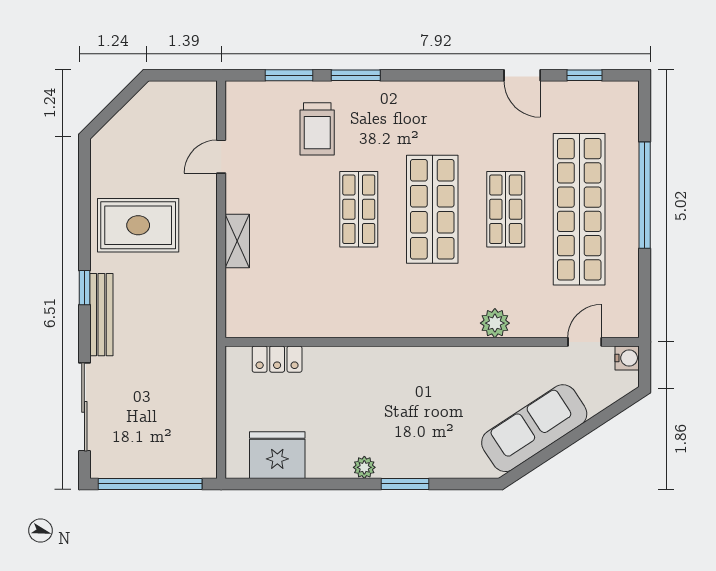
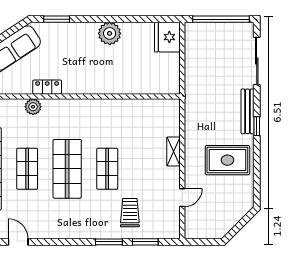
locker: (277, 359) -> (47, 87), moved
fridge: (277, 455) -> (167, 37), moved, turned 90
plant: (364, 467) -> (110, 33), width x1.87, depth x1.87
window: (405, 484) -> (57, 19), moved

